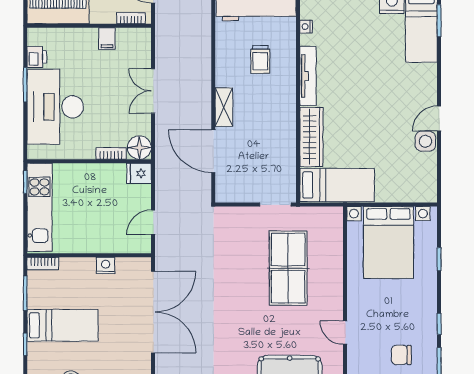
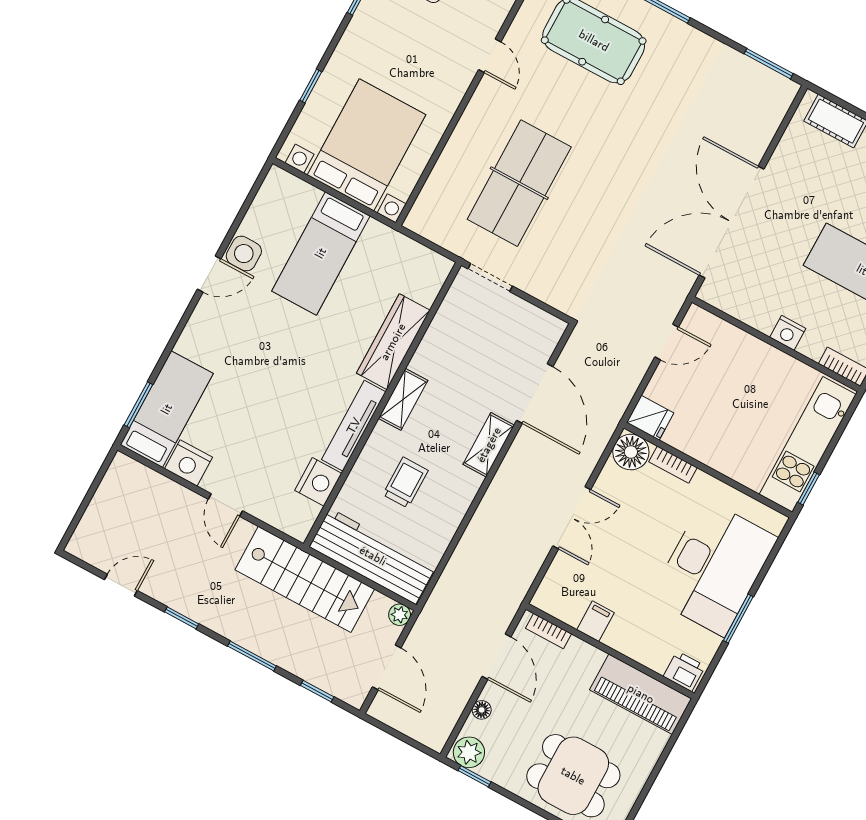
nightstand: (306, 27) -> (318, 482), width x1.89, depth x1.79
printer: (37, 57) -> (684, 671), moved, turned 90
shelving: (288, 107) -> (403, 399), added
bed: (337, 185) -> (321, 253), moved, turned -90
nightstand: (106, 266) -> (788, 333), moved

